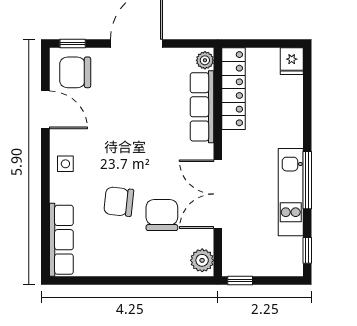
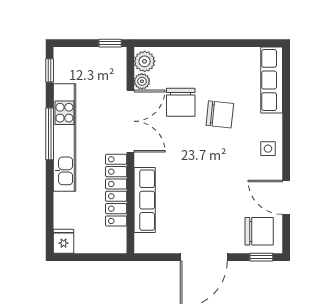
plant: (205, 60) -> (142, 81), moved
locker: (234, 89) -> (116, 190), moved
kitchen unit: (291, 192) -> (64, 137), width x1.36

